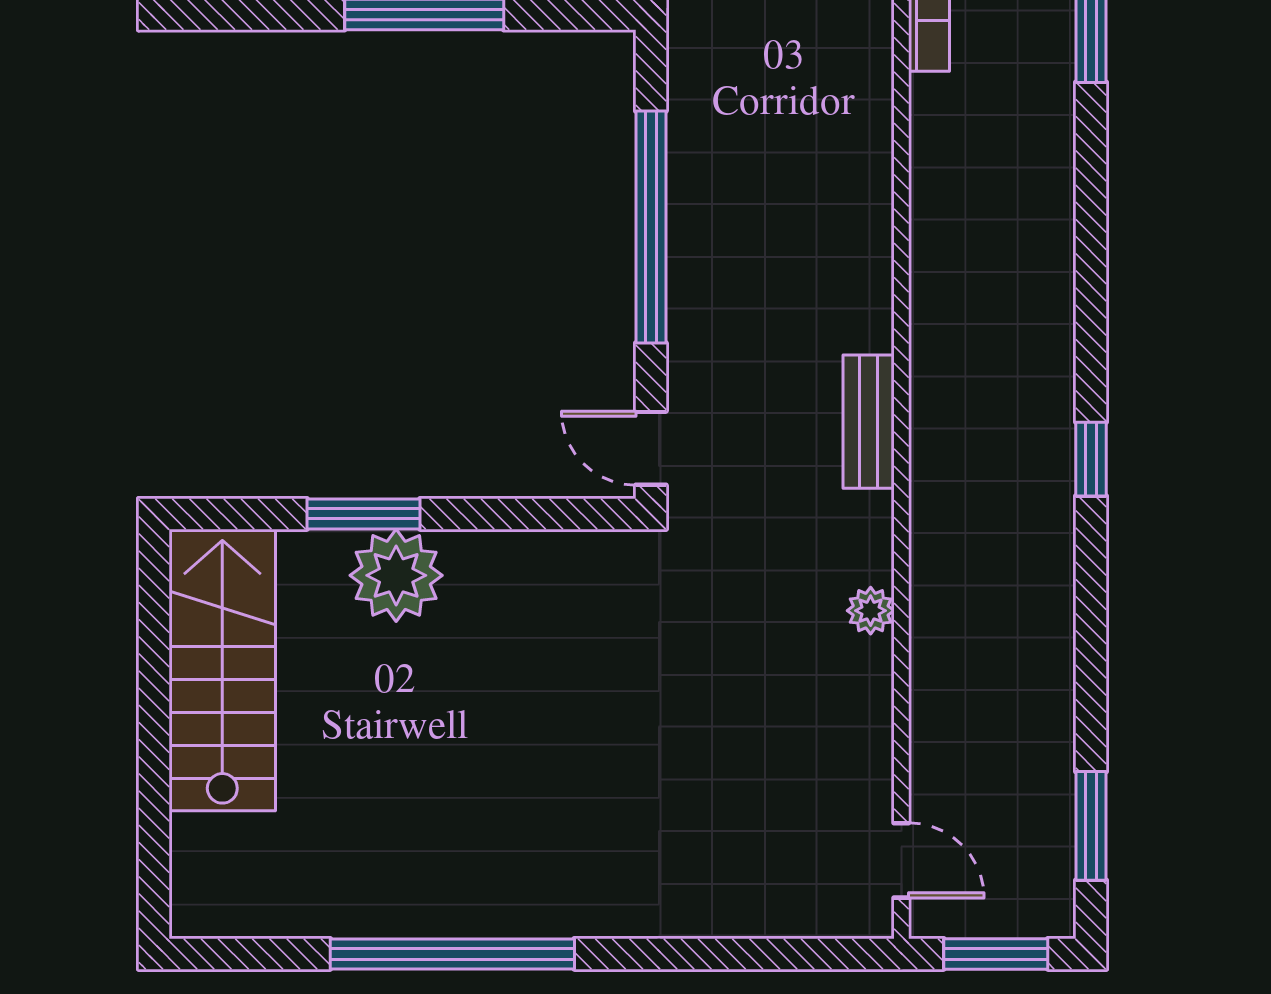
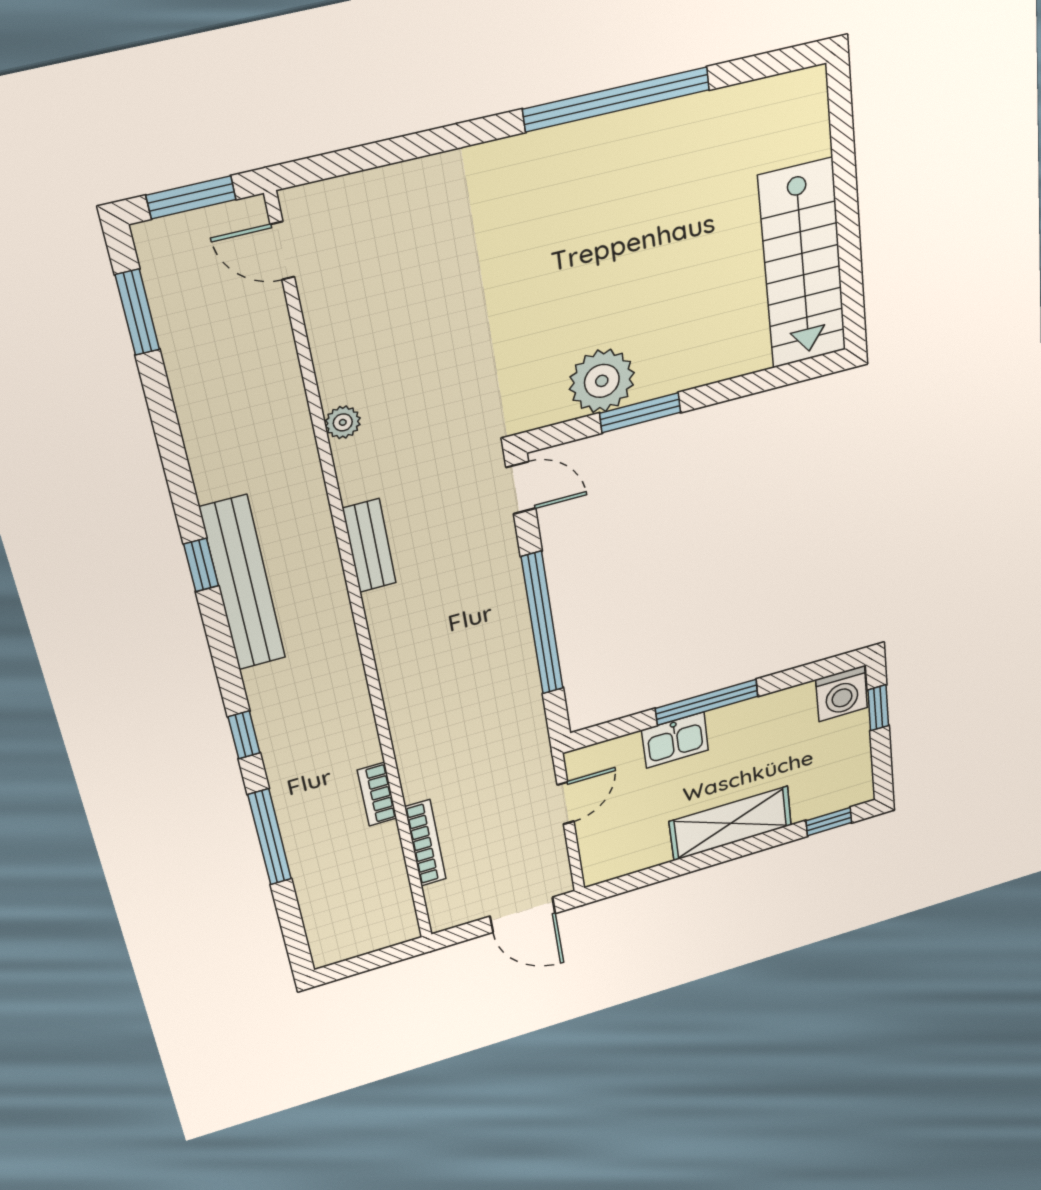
window: (1091, 181) -> (244, 735), added
bench: (1044, 415) -> (243, 584), added
window: (363, 514) -> (640, 413), moved
plant: (396, 575) -> (602, 381), moved

